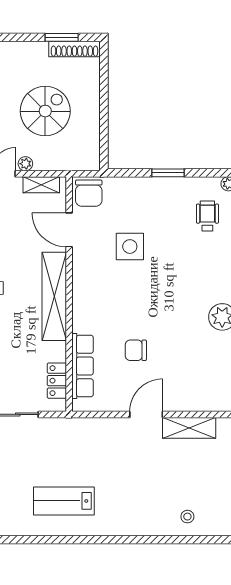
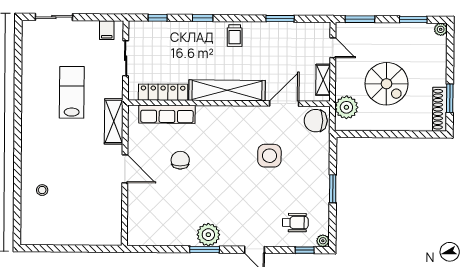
plant: (25, 164) -> (346, 107), moved, width x1.87, depth x1.87
locker: (57, 381) -> (163, 92), width x1.53
shelving: (189, 428) -> (114, 121), moved
lab bench: (64, 501) -> (72, 92), moved
stool: (187, 517) -> (42, 190), moved

